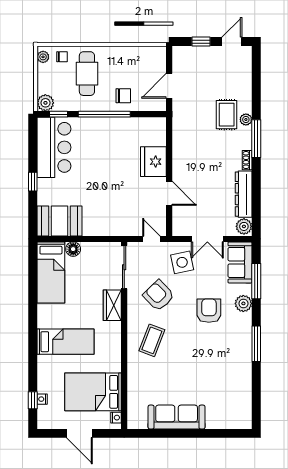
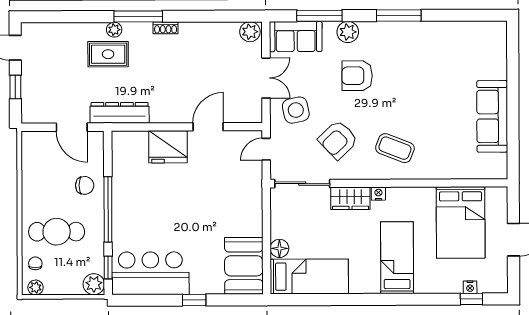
chair: (123, 96) -> (85, 185), turned 90
dresser: (244, 194) -> (120, 113), moved, turned 180
nightstand: (116, 418) -> (378, 194), moved

